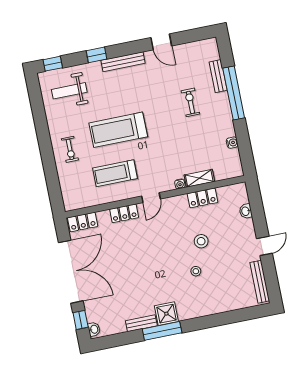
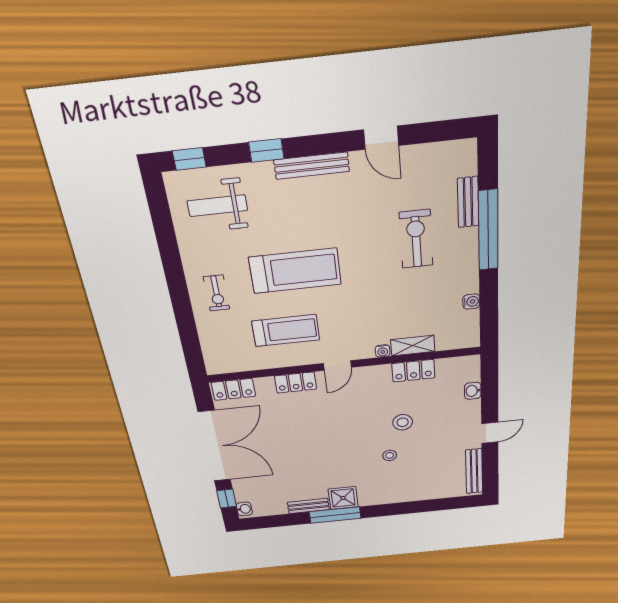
exercise bike: (190, 102) -> (416, 239), width x1.38, depth x1.39
treadmill: (118, 130) -> (295, 271), turned 180
treadmill: (115, 173) -> (286, 331), turned 180

